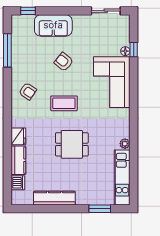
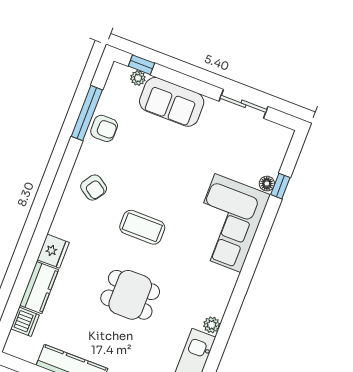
sliding door: (106, 11) -> (243, 104), moved
plant: (29, 19) -> (138, 78), added
armchair: (64, 62) -> (104, 128), moved, turned 141

